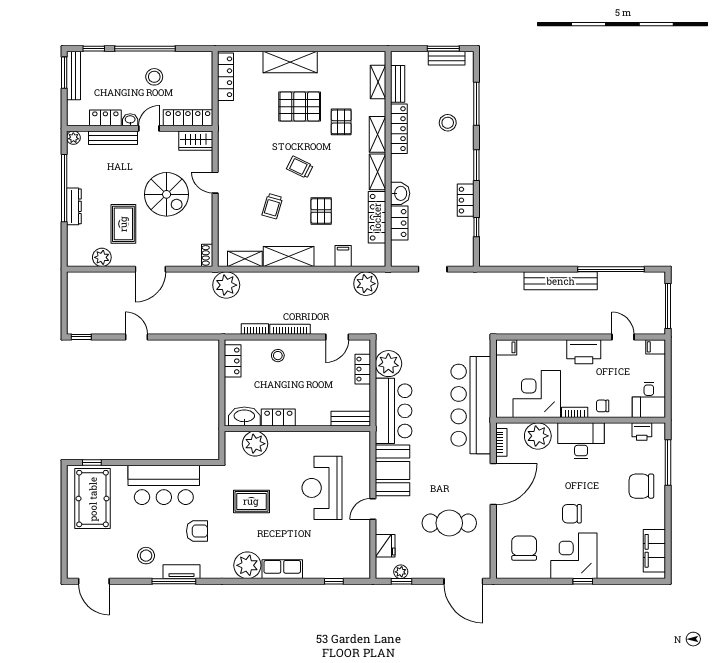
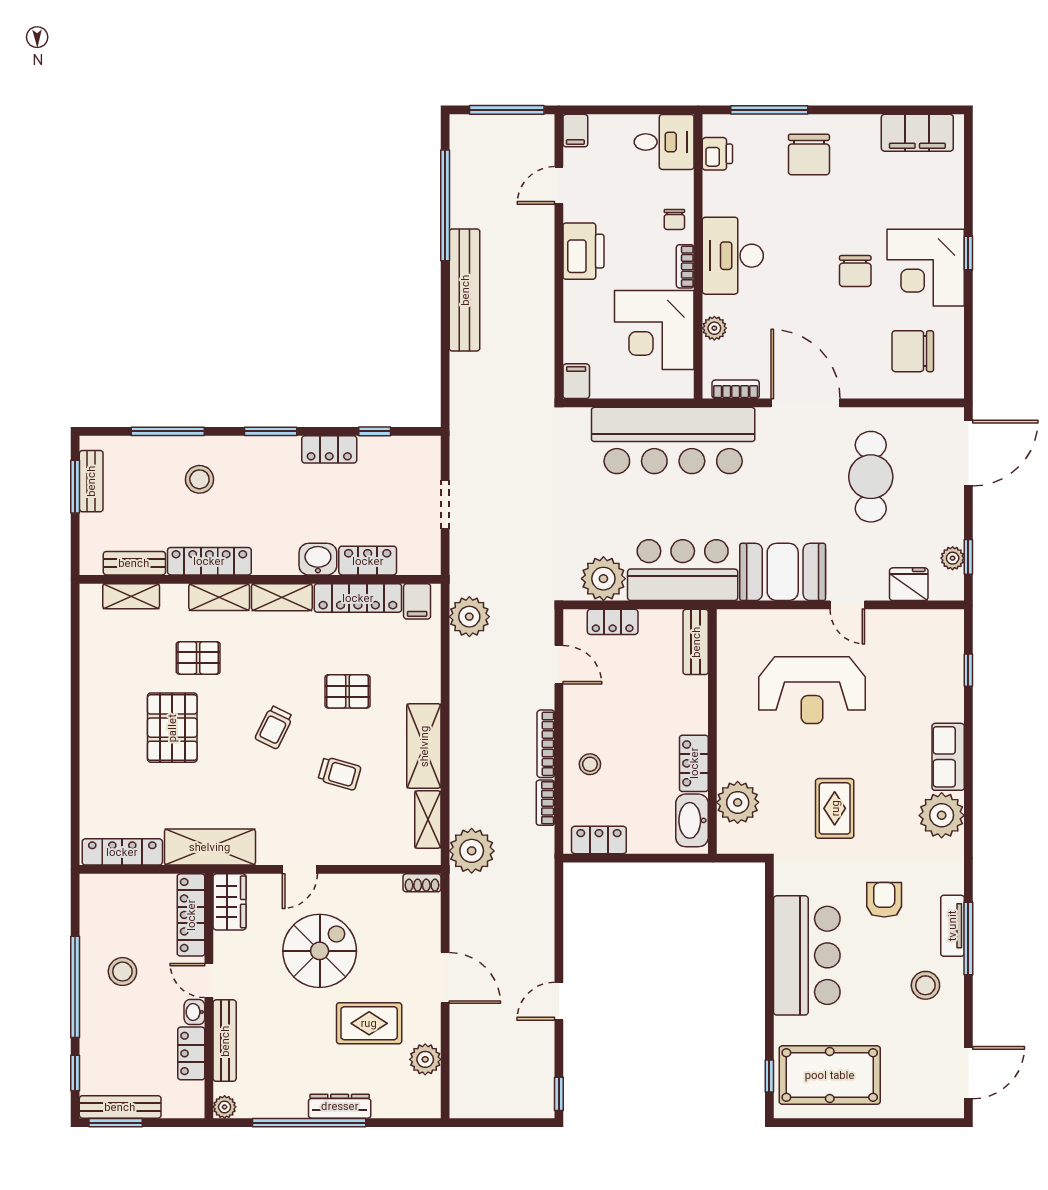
shelving: (290, 62) -> (210, 847), moved, turned 90
filing cabinet: (343, 256) -> (417, 601), moved, turned -90
plant: (538, 436) -> (714, 328), width x0.53, depth x0.53

